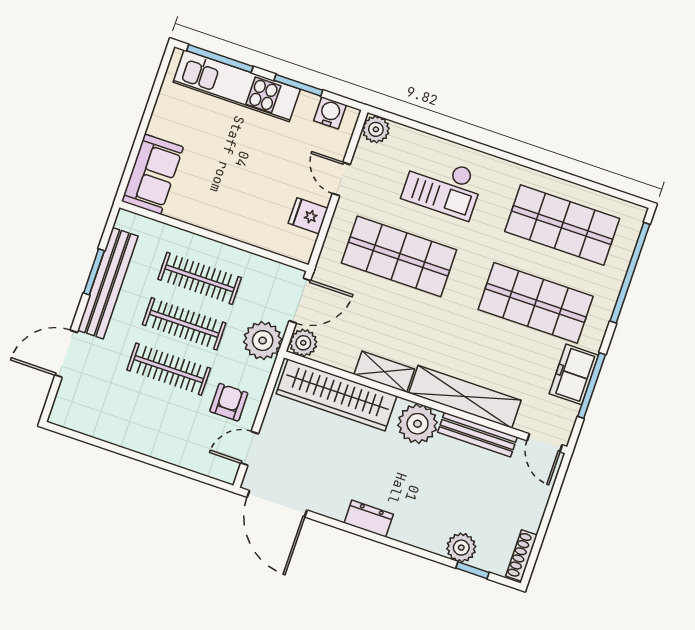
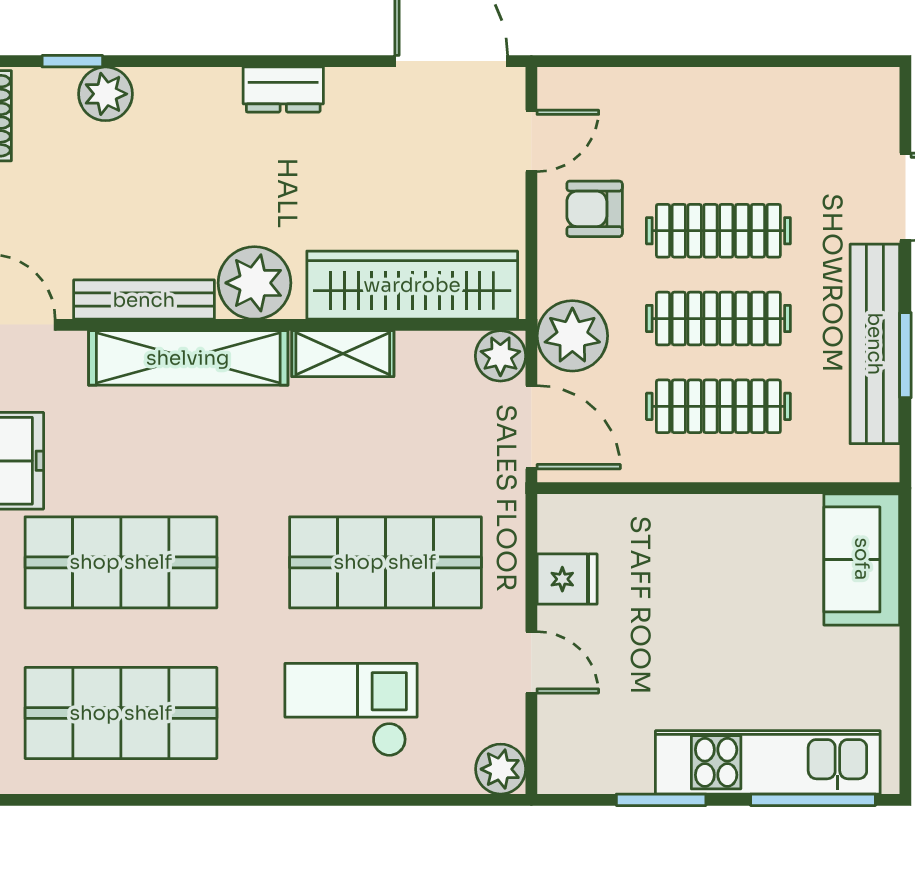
water cooler: (330, 113) -> (590, 770), removed
door: (300, 301) -> (531, 427), swing flipped
armchair: (229, 402) -> (595, 209), turned 90

